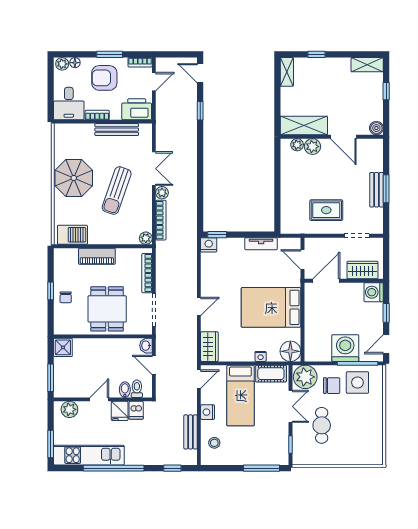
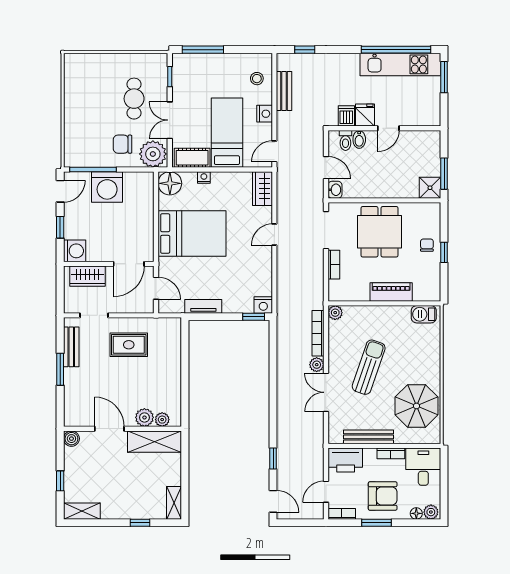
parasol: (74, 178) -> (416, 406), moved
bench: (377, 190) -> (71, 347), moved
barbecue: (72, 235) -> (424, 314), width x0.73, depth x0.79
bookcase: (147, 273) -> (334, 265), width x0.64
window: (51, 378) -> (444, 174), moved
side table: (357, 382) -> (93, 148), removed
plant: (69, 409) -> (423, 117), removed
window: (114, 468) -> (396, 50), moved

